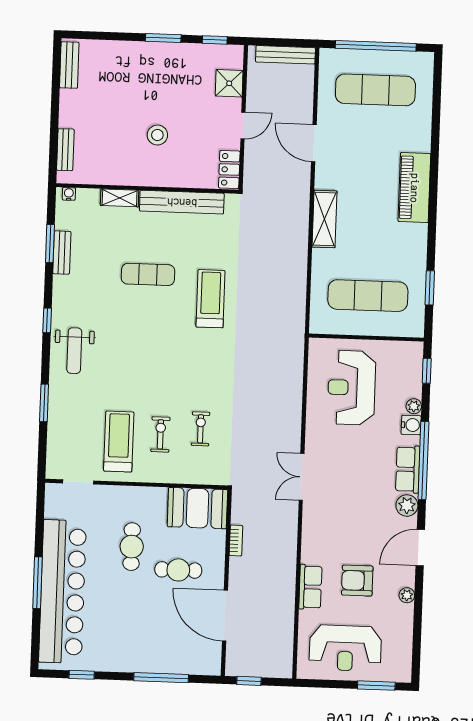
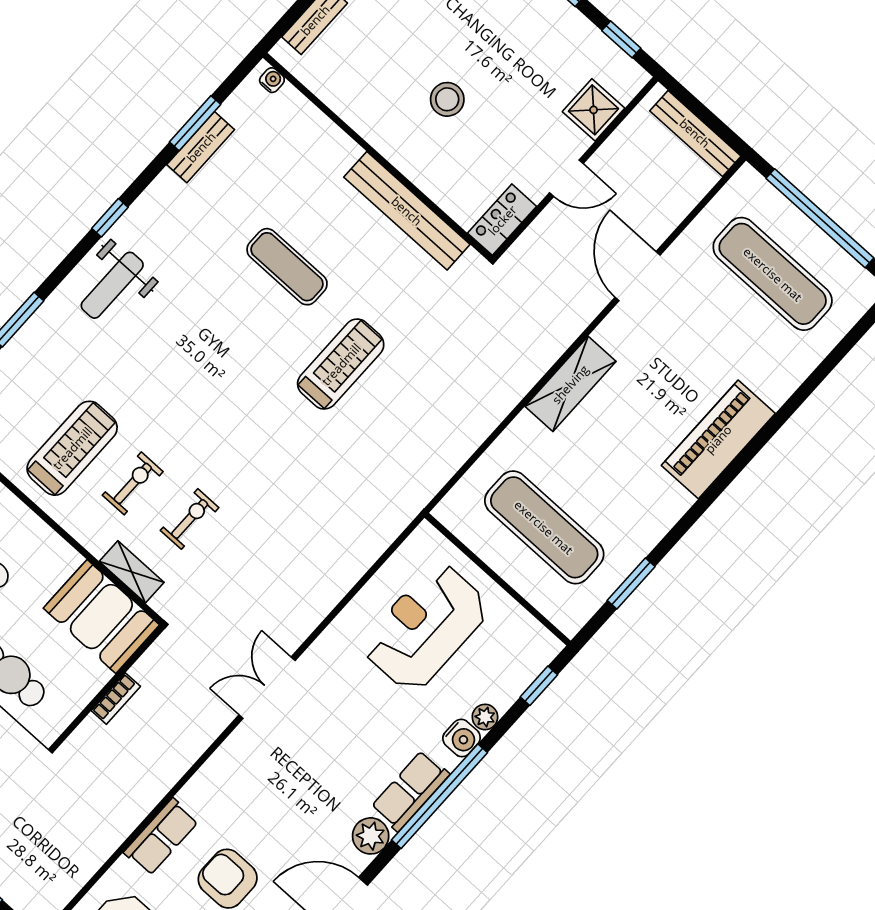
shelving: (120, 198) -> (132, 572), moved

